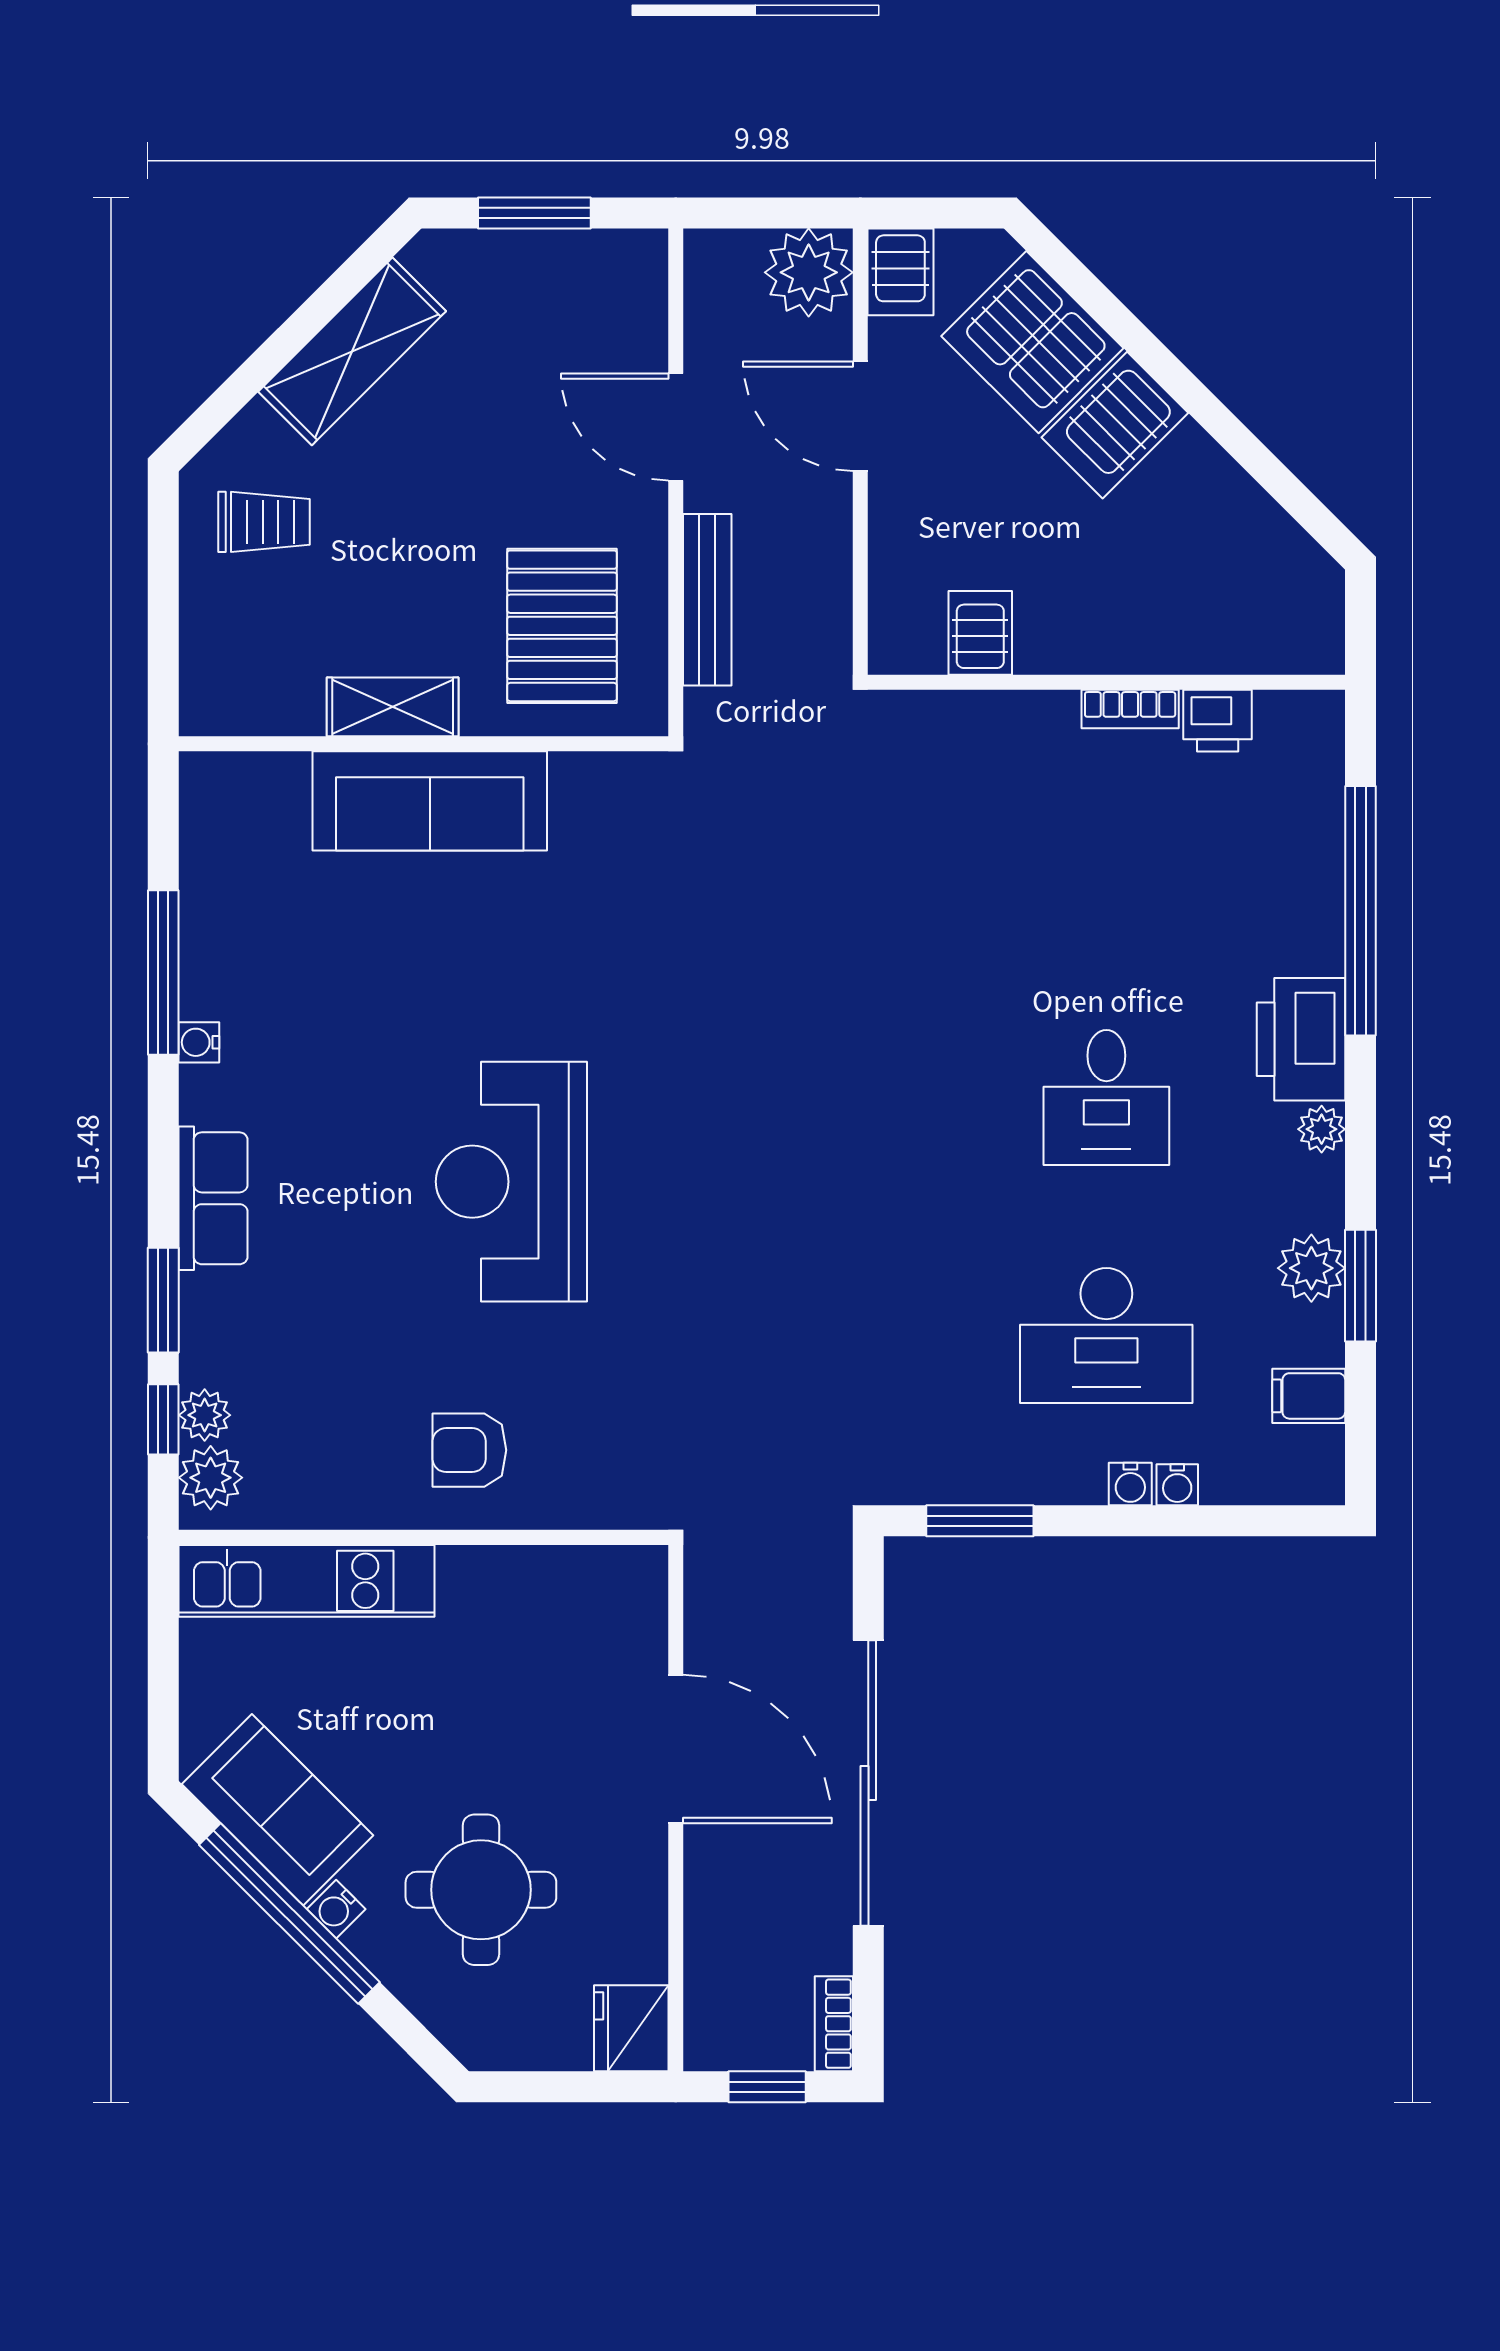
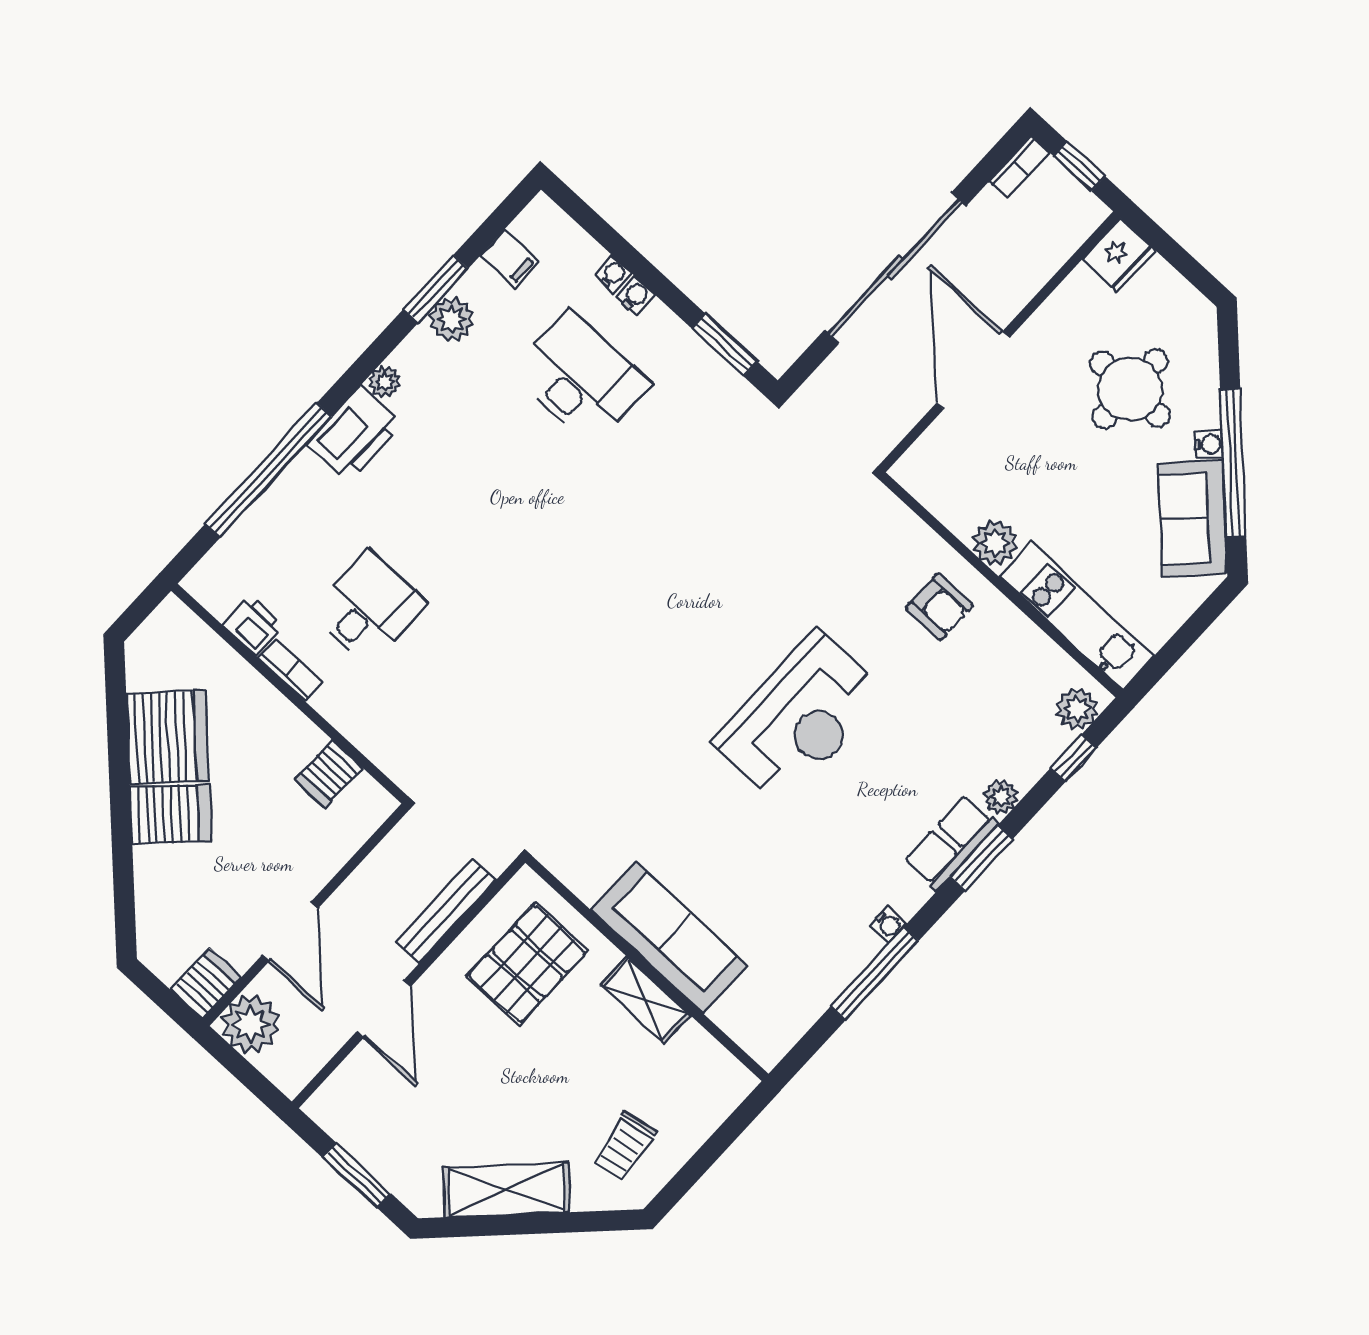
server rack: (1032, 342) -> (167, 737), moved
trolley: (264, 522) -> (625, 1147), turned -100
desk: (1106, 1098) -> (369, 608), moved
window: (163, 1300) -> (981, 858), moved
plant: (205, 1415) -> (1001, 797), moved
plant: (473, 1579) -> (995, 543), added

